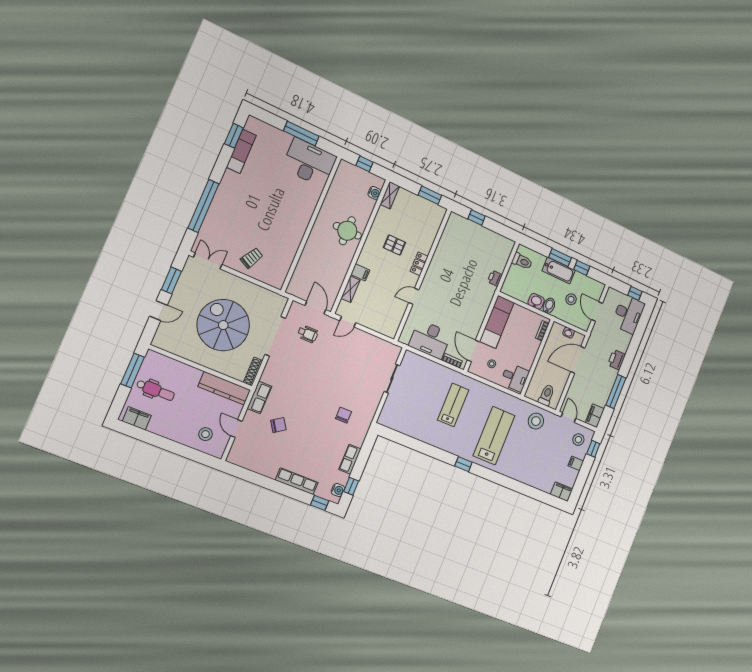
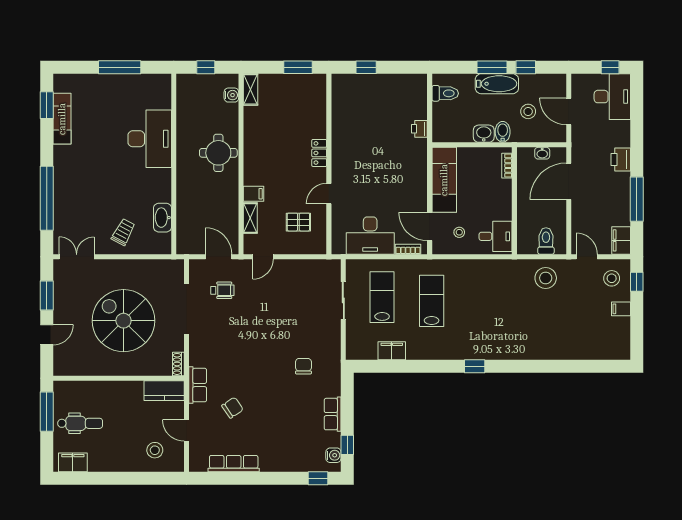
desk: (309, 162) -> (150, 139), moved, turned 90
pallet: (394, 245) -> (298, 222), moved
washbasin: (286, 260) -> (163, 218), added
shoe rack: (253, 372) -> (178, 364), width x0.70
kitchen counter: (224, 388) -> (164, 391), width x0.67
lab bench: (494, 436) -> (382, 297), moved, width x0.73, depth x0.72
row of seats: (297, 481) -> (234, 464), moved
filing cabinet: (562, 492) -> (392, 351), moved

